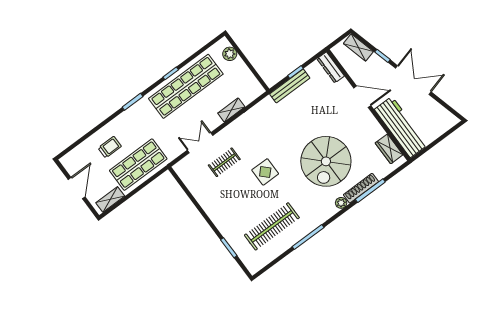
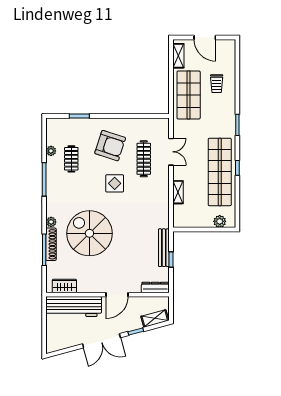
clothes rail: (224, 162) -> (144, 159), width x1.36
armchair: (235, 201) -> (110, 146), added
clothes rail: (272, 226) -> (71, 159), width x0.54, depth x0.76
plant: (278, 250) -> (51, 151), added

